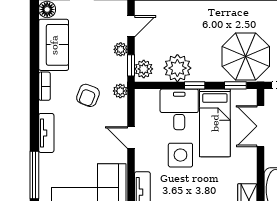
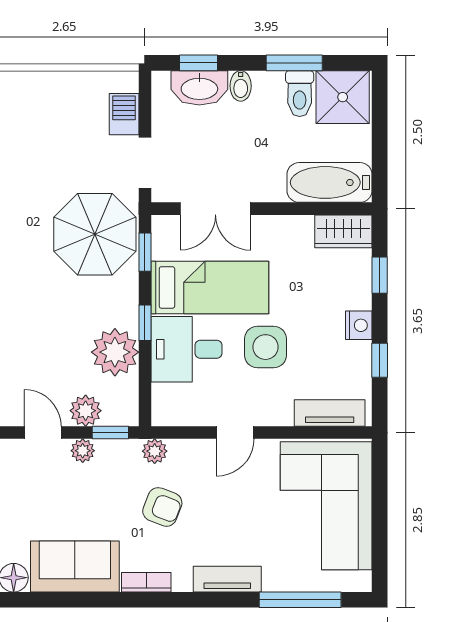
plant: (144, 69) -> (86, 411), moved

